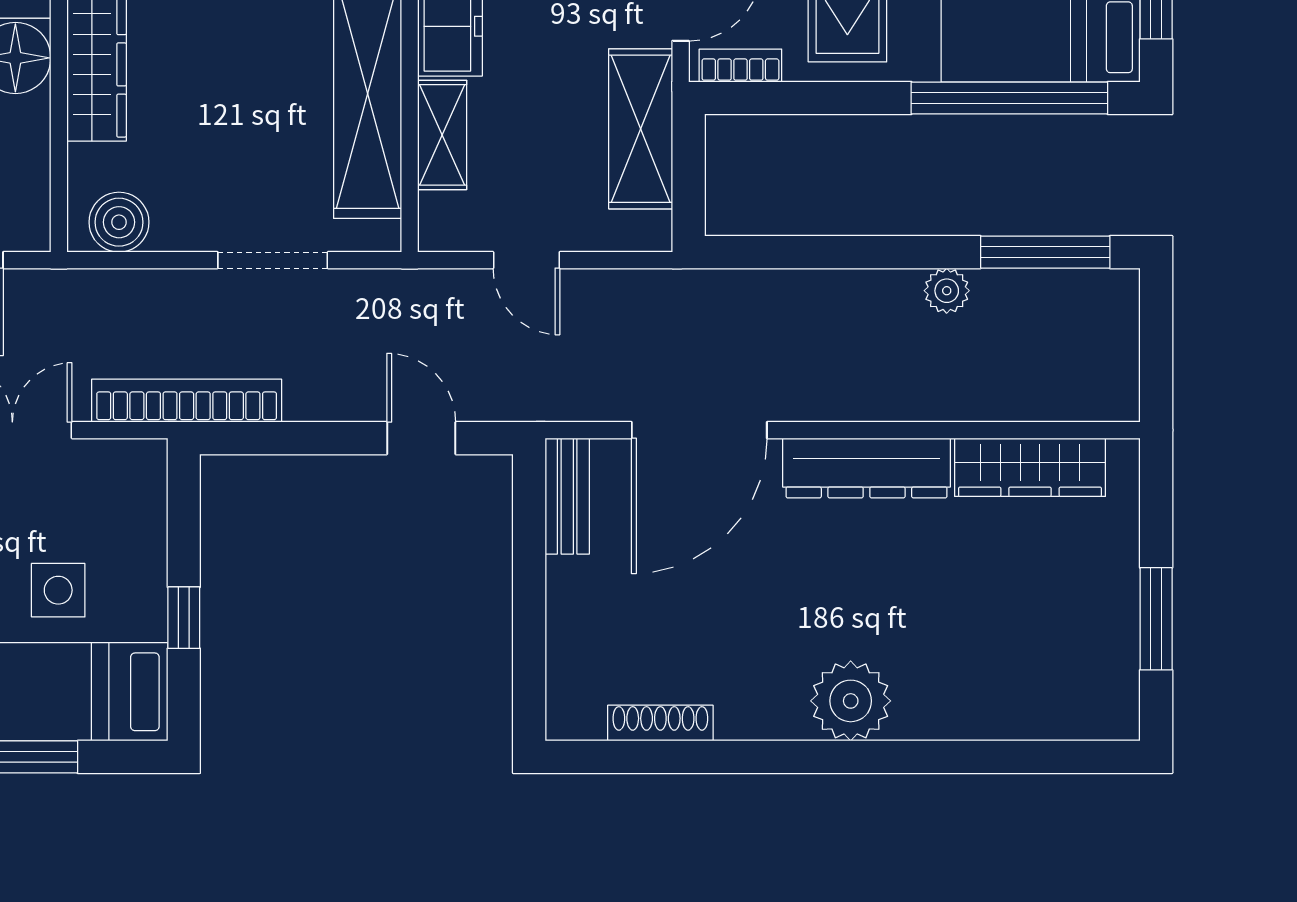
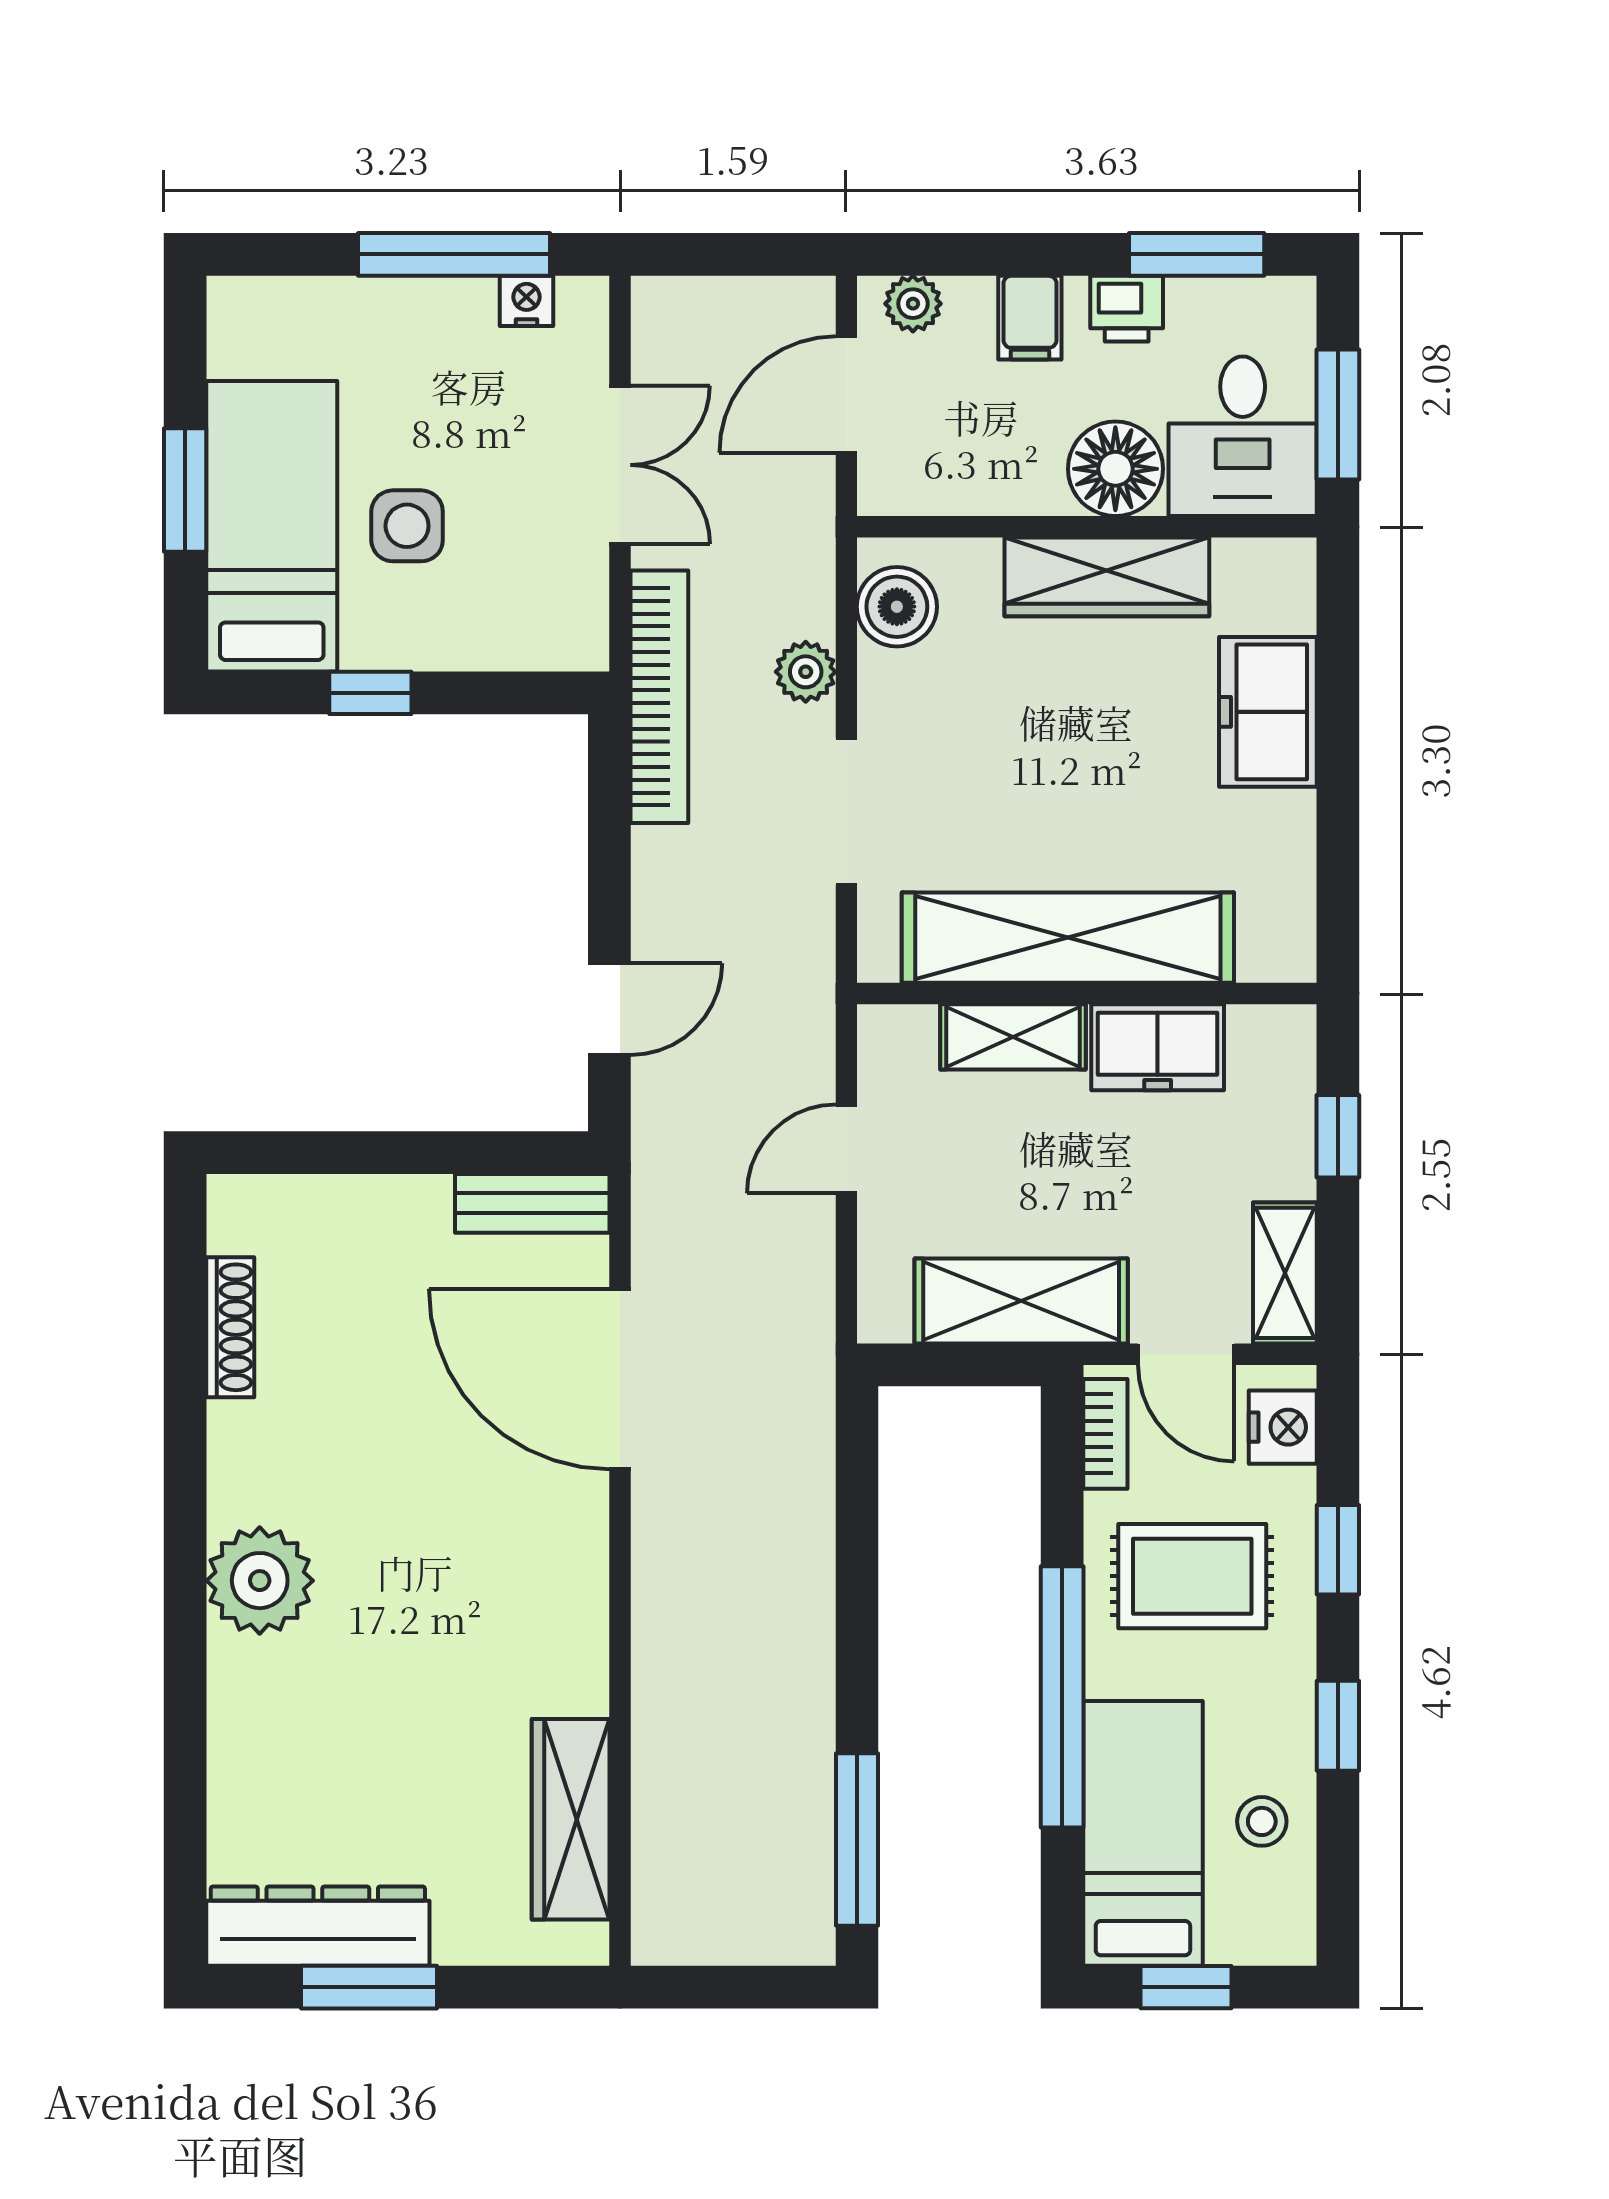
window: (1009, 98) -> (1062, 1697), moved
plant: (947, 291) -> (806, 672), moved
dresser: (866, 468) -> (318, 1926), moved, turned 90

